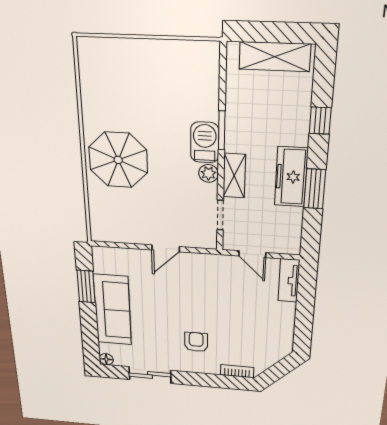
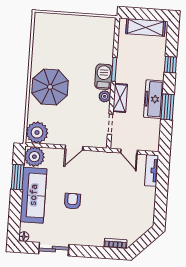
plant: (106, 227) -> (37, 132), added
plant: (107, 260) -> (34, 157), added
armchair: (196, 342) -> (72, 201), moved

